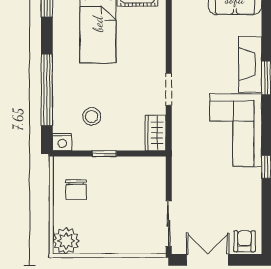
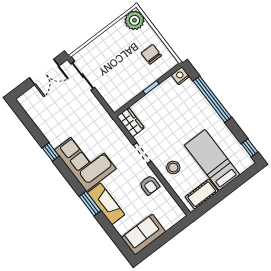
stool: (92, 116) -> (173, 168), moved
armchair: (244, 241) -> (150, 185), moved

